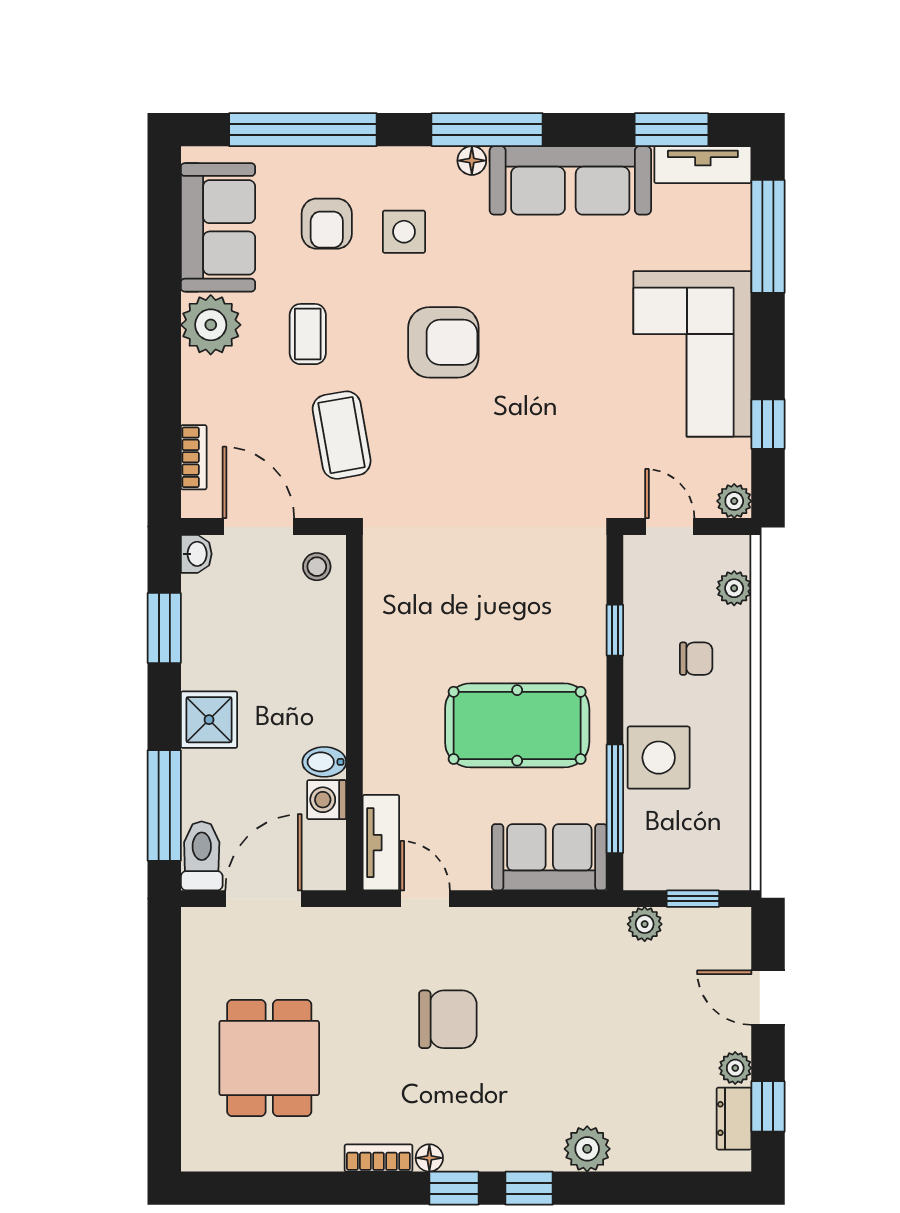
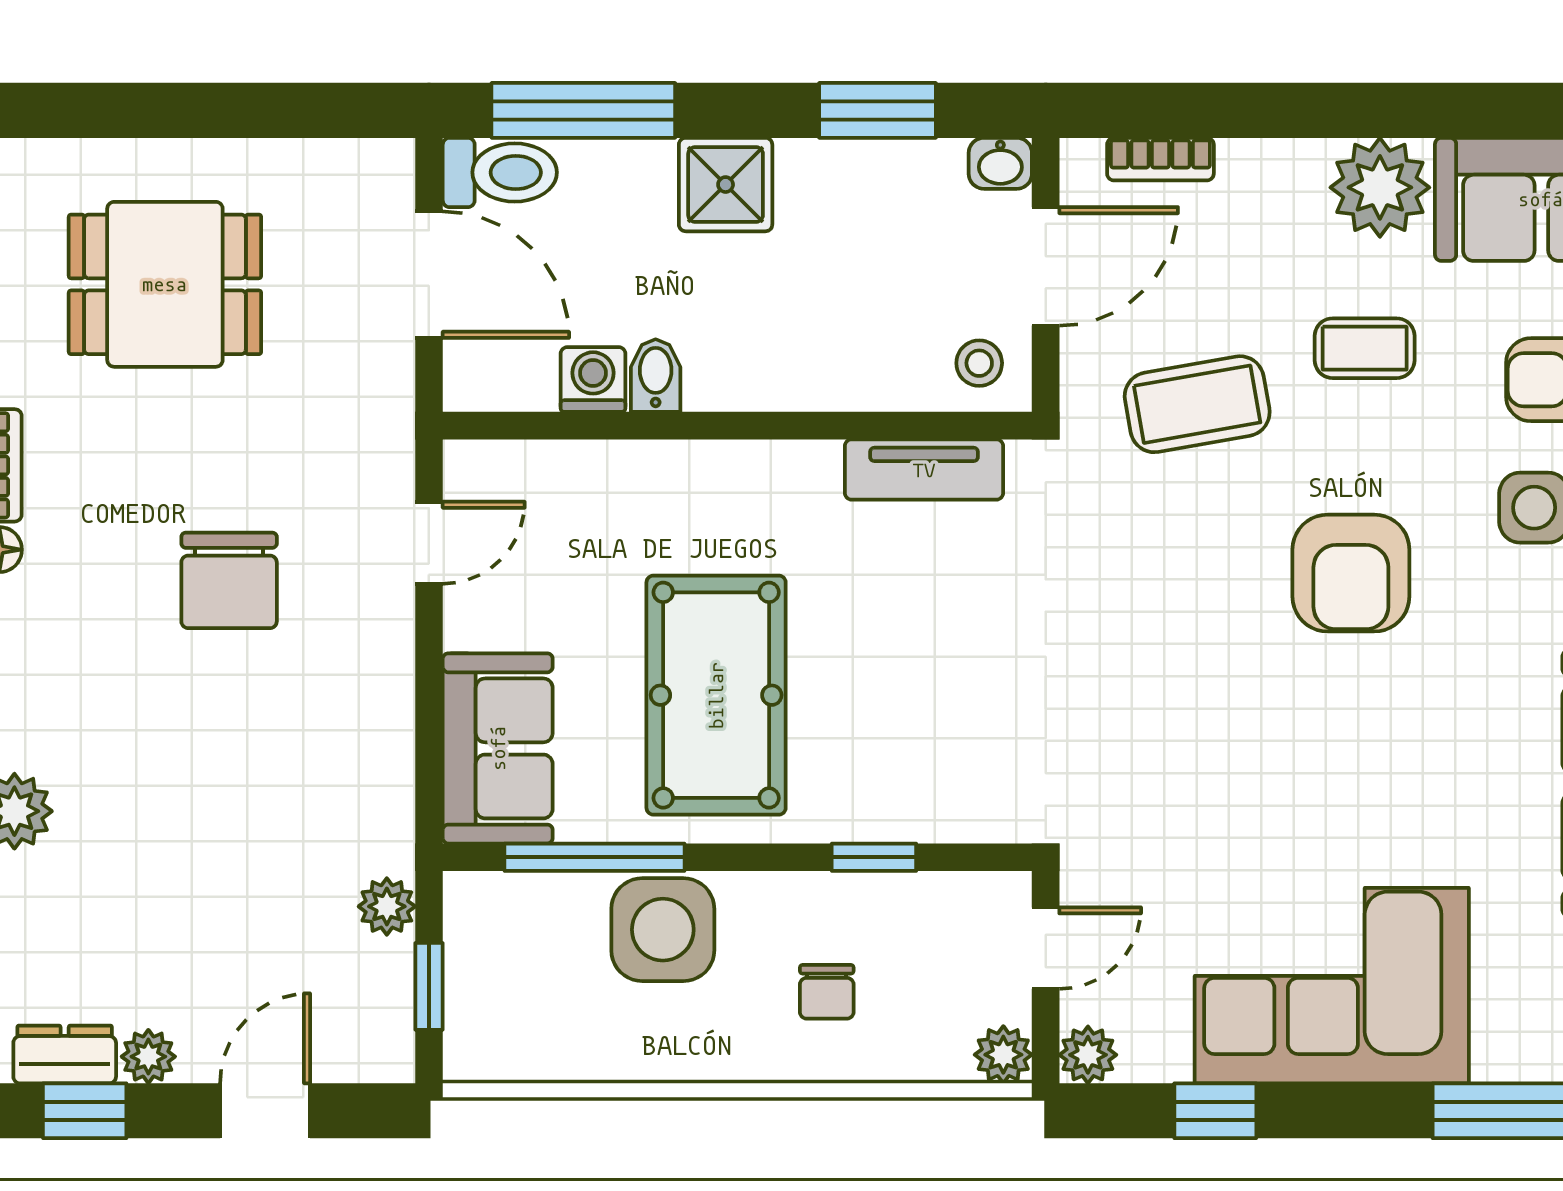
plant: (734, 588) -> (1003, 1055), moved
tv unit: (381, 843) -> (924, 470), moved

